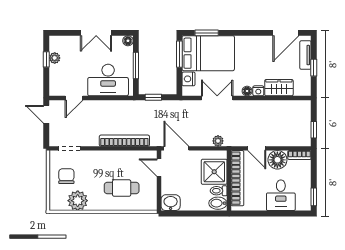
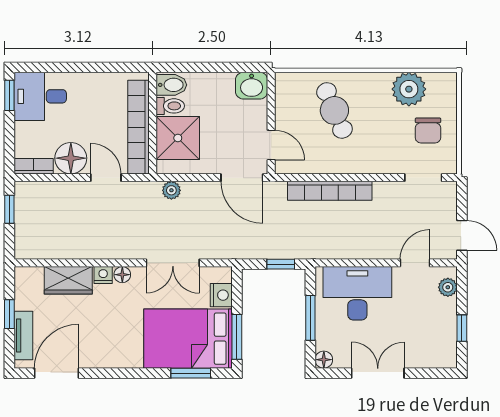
plant: (55, 58) -> (448, 287), moved
cafe table: (122, 188) -> (334, 110), turned 67
desk: (281, 195) -> (40, 96), moved, turned -90

